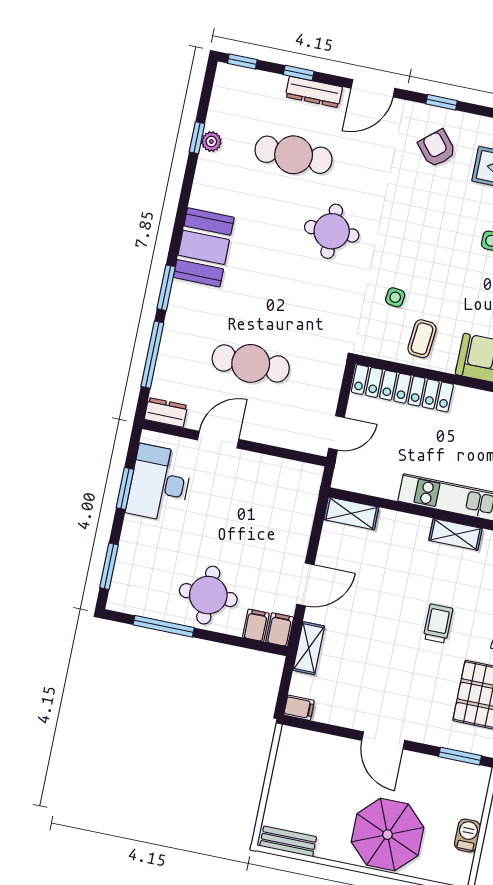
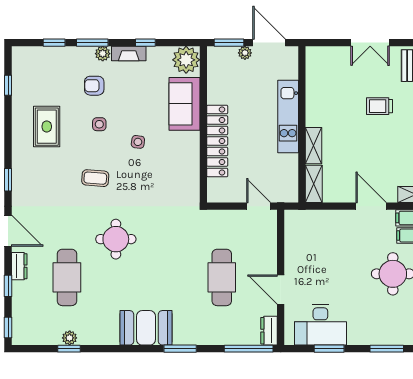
dresser: (314, 92) -> (19, 266), width x0.70
armchair: (437, 148) -> (41, 176), removed
side table: (395, 297) -> (138, 142), moved
coffee table: (422, 339) -> (95, 178), moved
window: (152, 355) -> (249, 349), moved
locker: (402, 388) -> (217, 141), moved
shelving: (455, 534) -> (314, 146), moved

